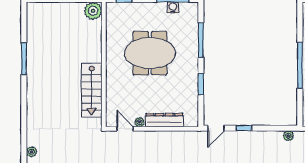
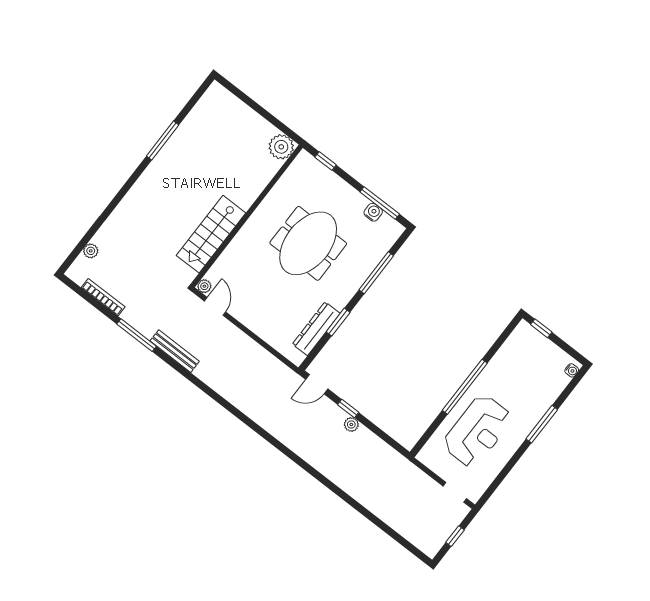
meeting table: (150, 53) -> (308, 243), turned 90
dresser: (164, 120) -> (316, 329), moved, turned -90
plant: (139, 122) -> (204, 286), moved
plant: (288, 136) -> (351, 424), moved

